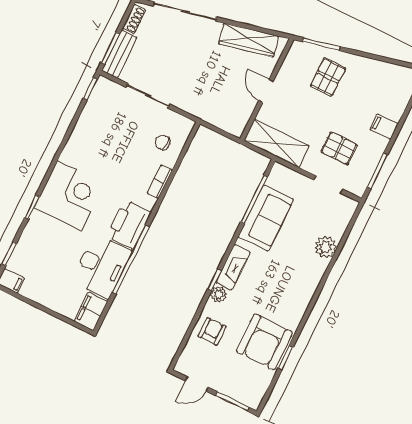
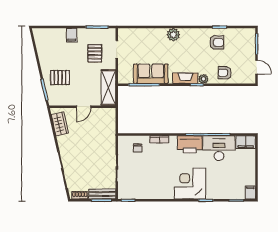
wardrobe: (249, 40) -> (60, 124), width x0.67
plant: (326, 247) -> (173, 35), moved
armchair: (264, 342) -> (217, 42), width x0.53, depth x0.53

